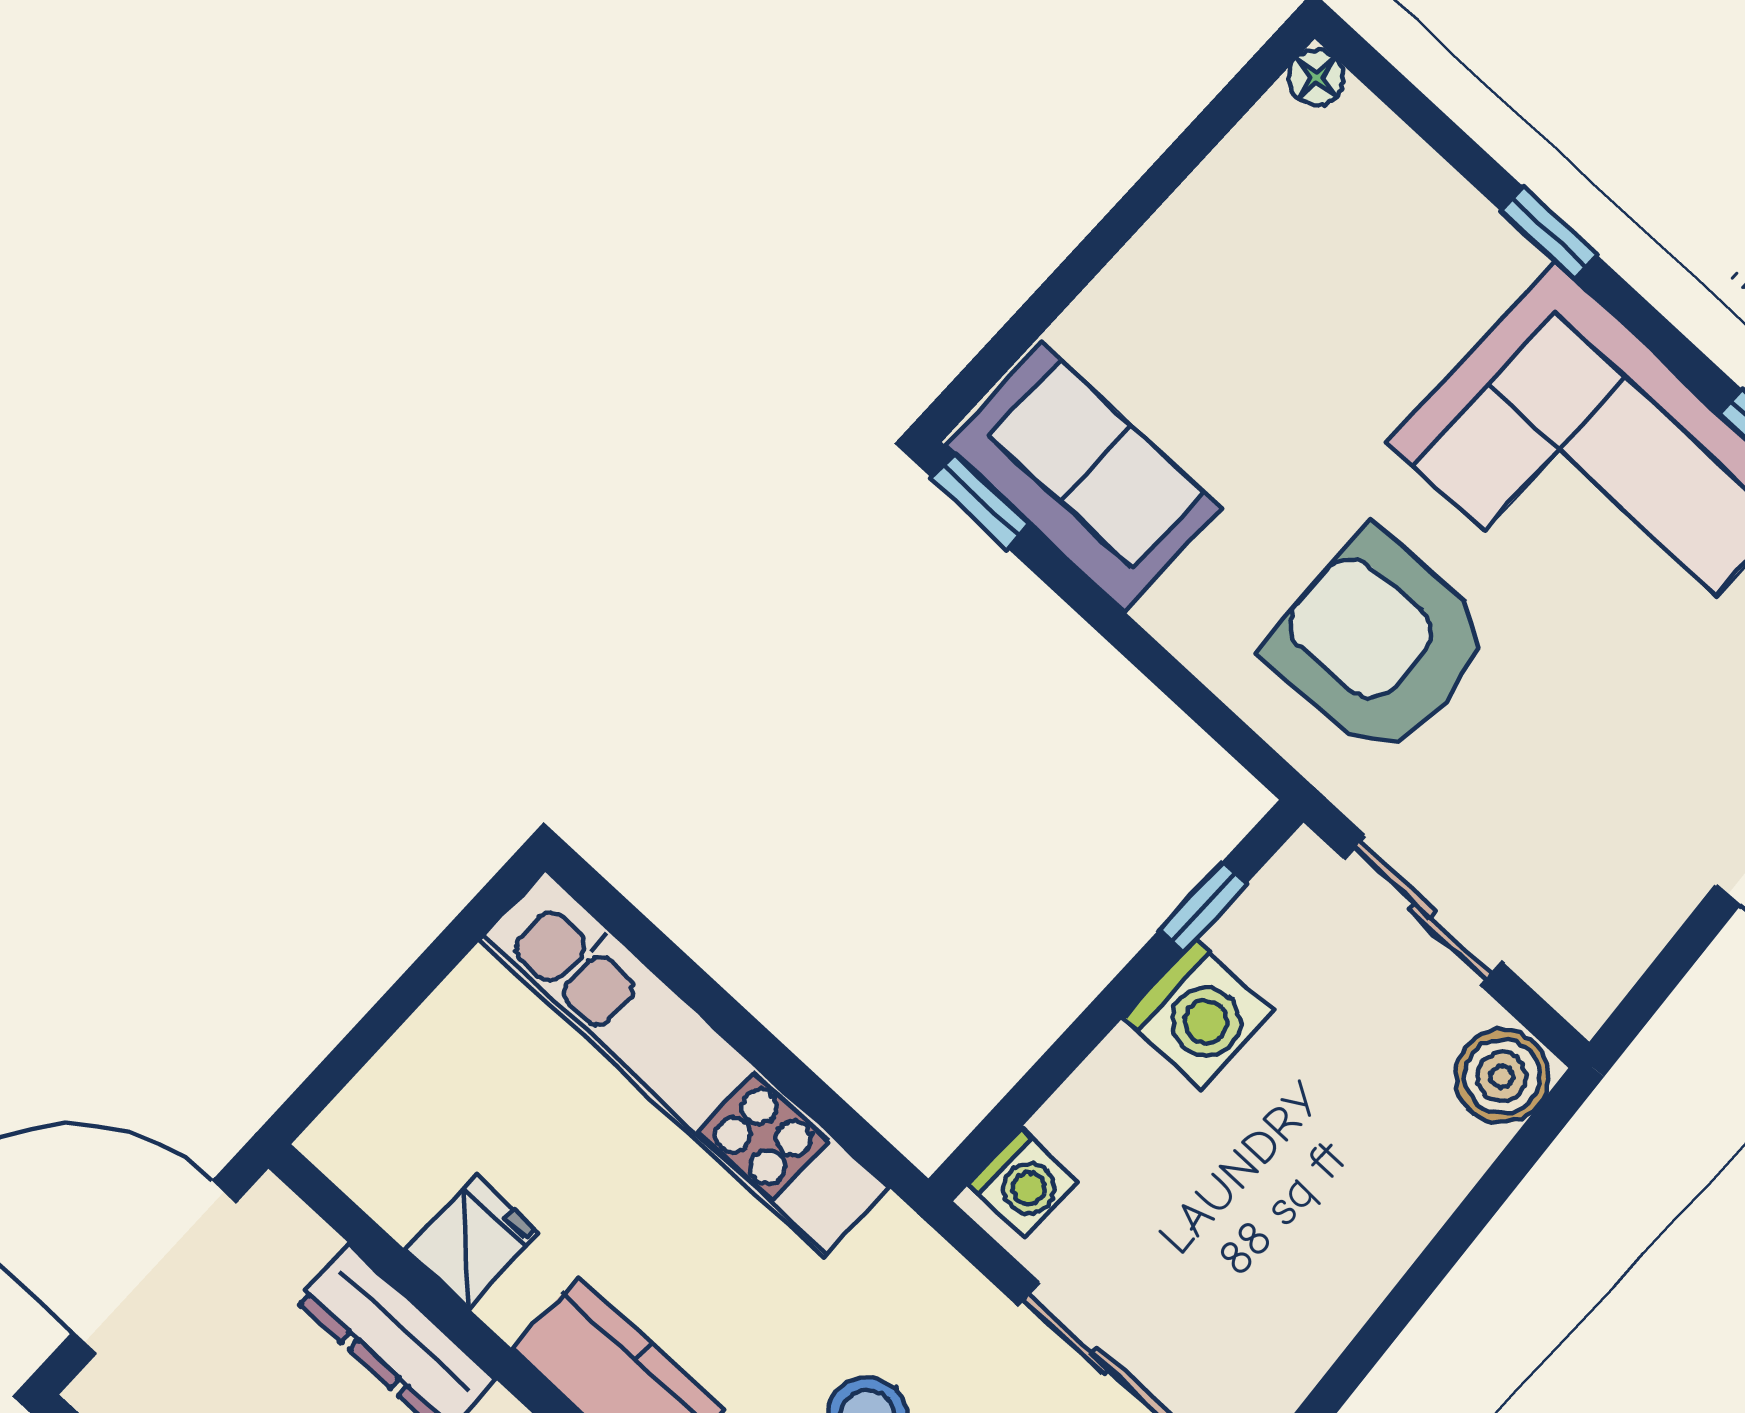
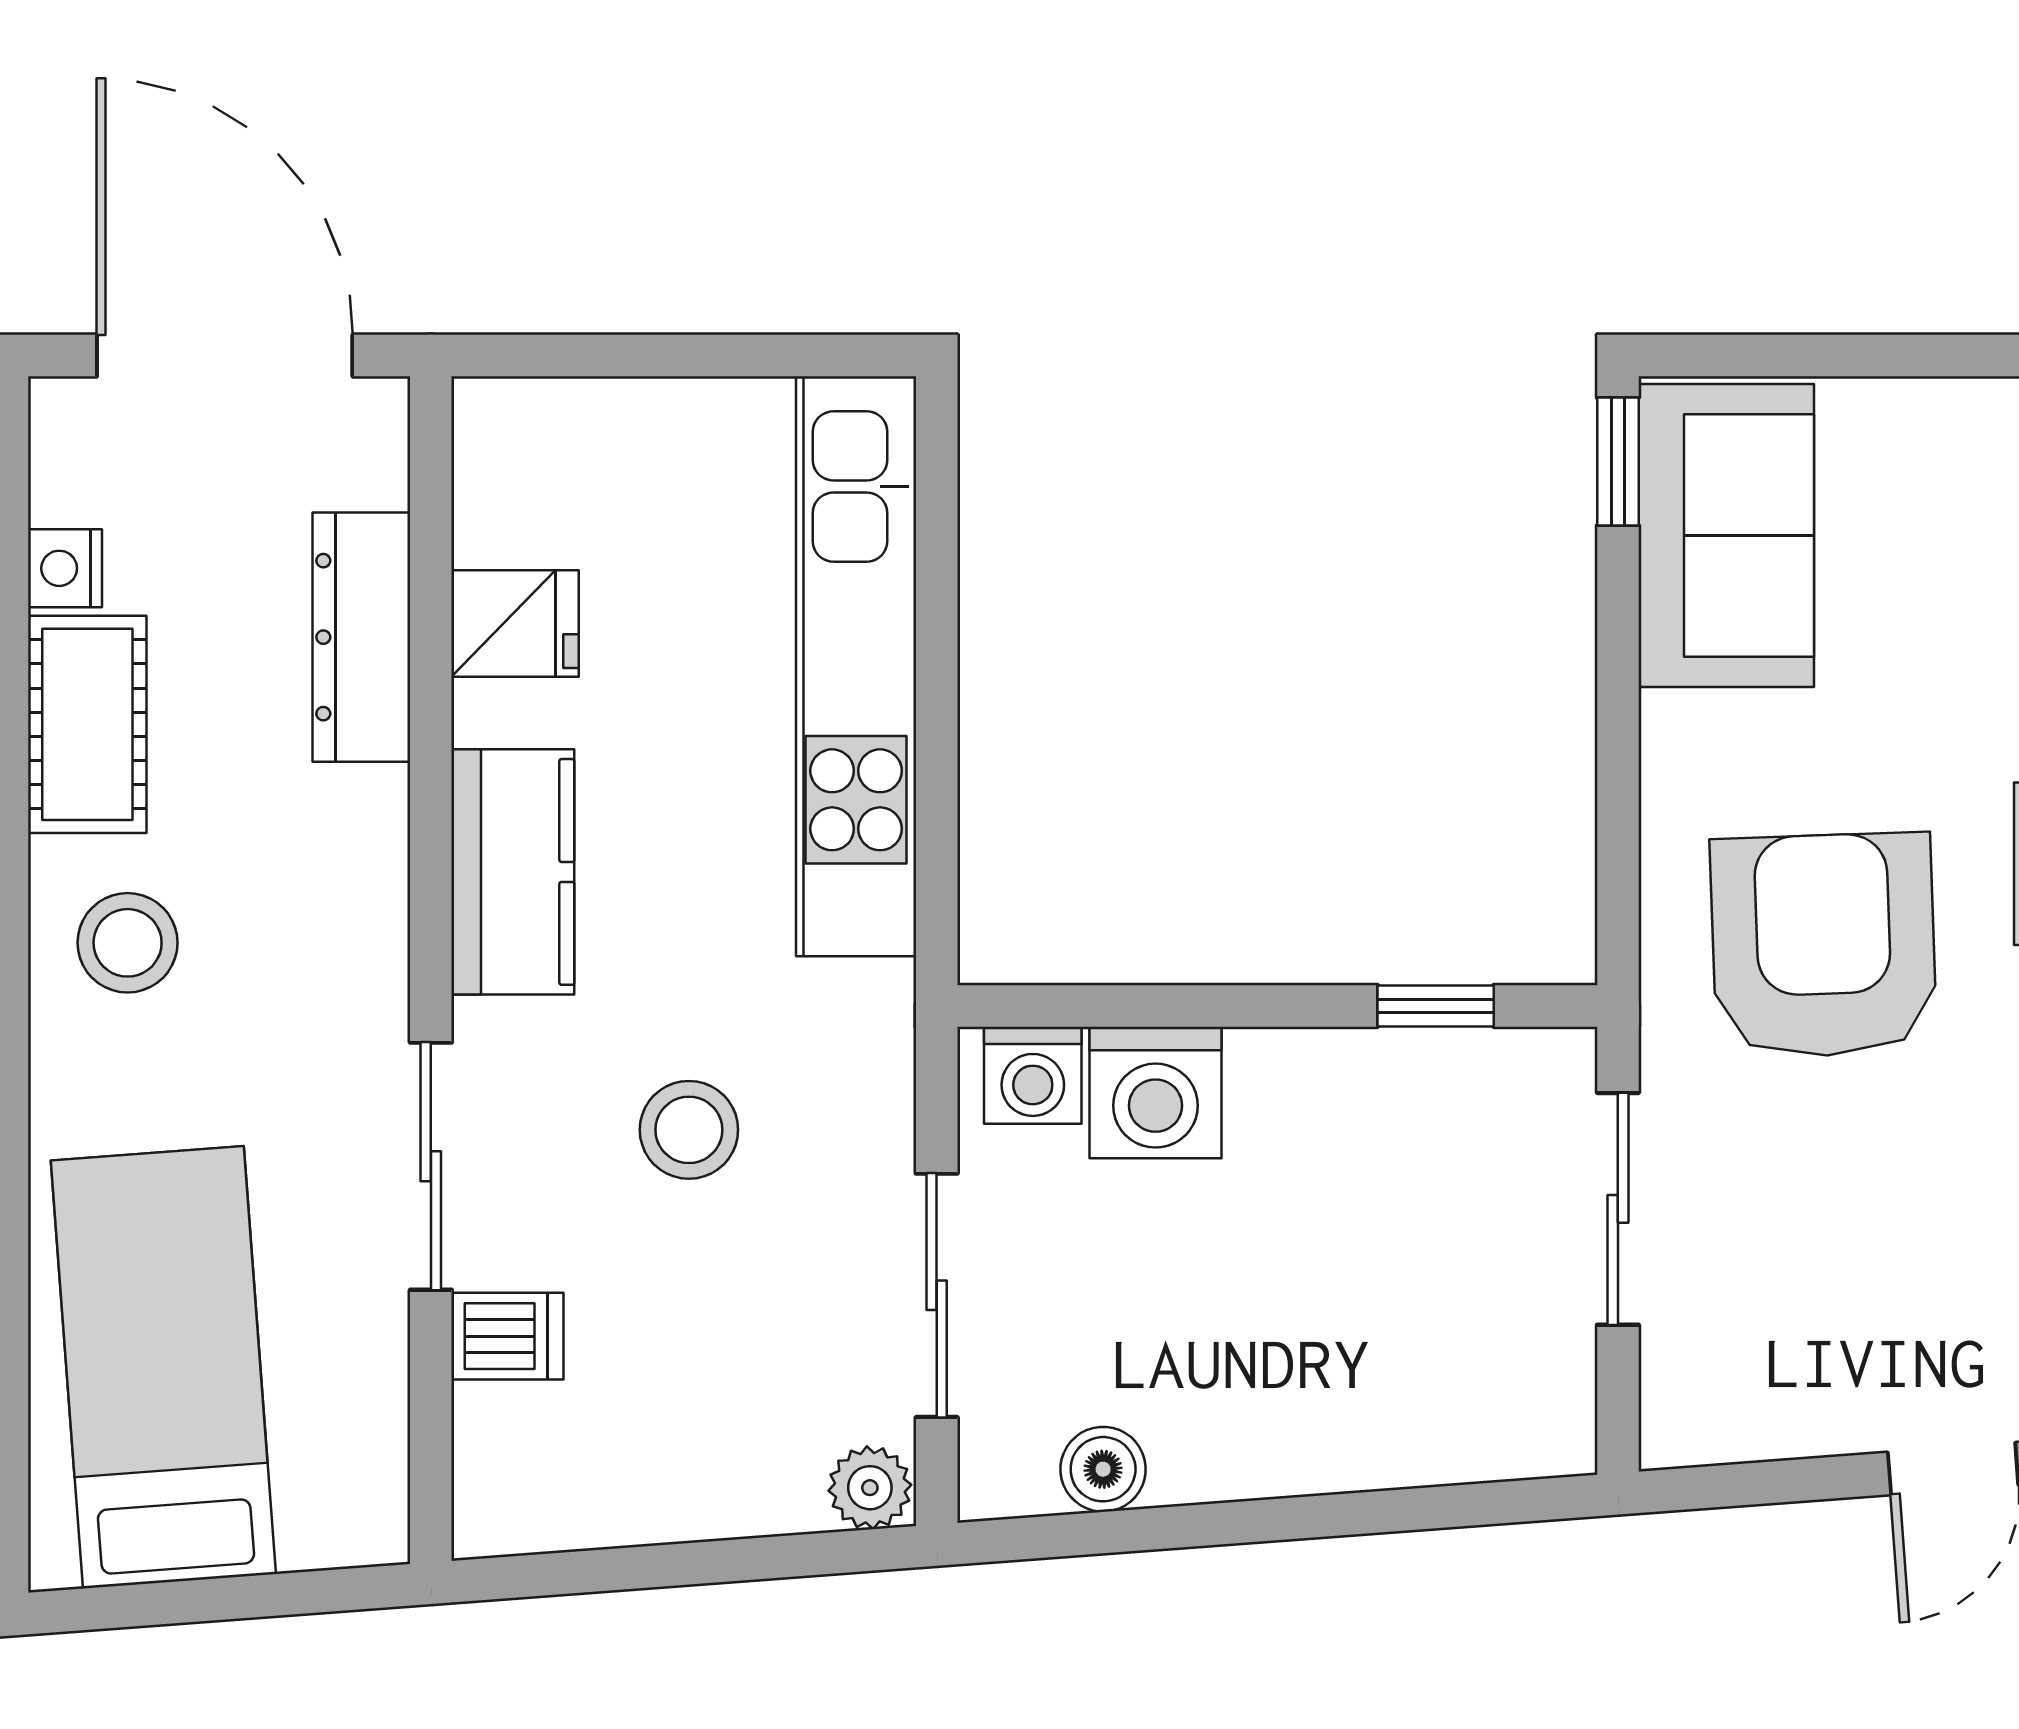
washing machine: (1198, 1014) -> (1156, 1092), moved
boiler: (1502, 1076) -> (1103, 1469), moved, width x0.73, depth x0.73

